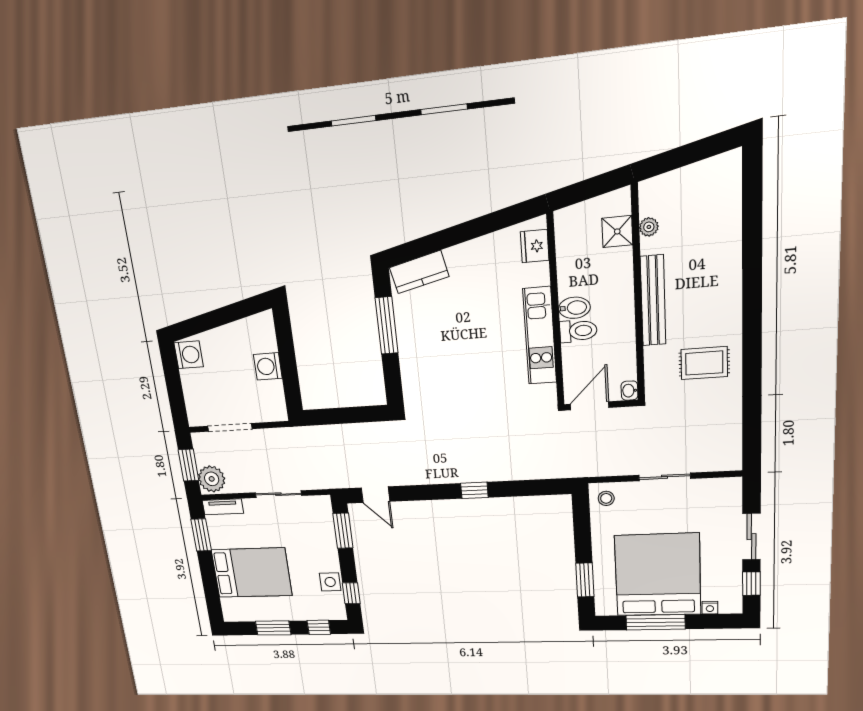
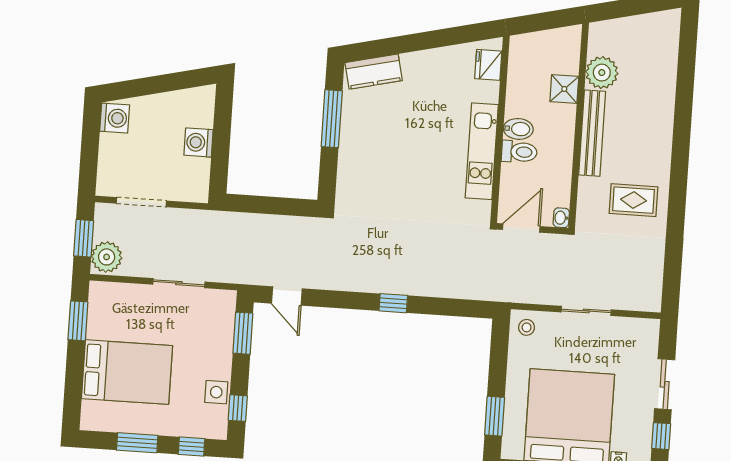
plant: (649, 227) -> (602, 73), width x1.88, depth x1.88
shower: (617, 231) -> (564, 89), moved
tv unit: (223, 507) -> (112, 291), removed

